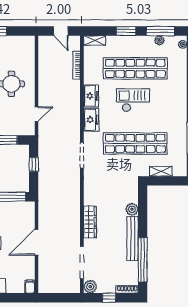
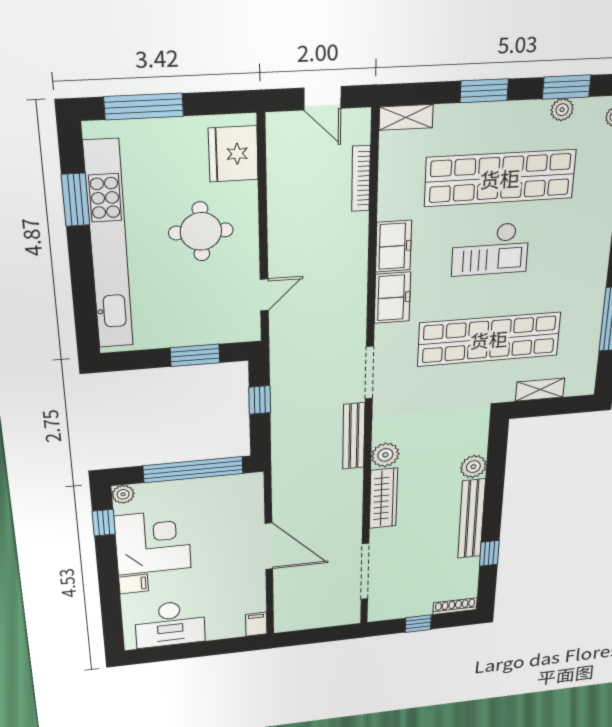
window: (160, 31) -> (567, 87), width x0.69
fridge: (25, 52) -> (233, 154), added
checkout: (133, 100) -> (490, 249), turned 180
bench: (75, 187) -> (354, 436), added
door: (37, 242) -> (269, 546), swing flipped
window: (143, 260) -> (489, 553), width x0.32
plant: (90, 287) -> (385, 455), moved

